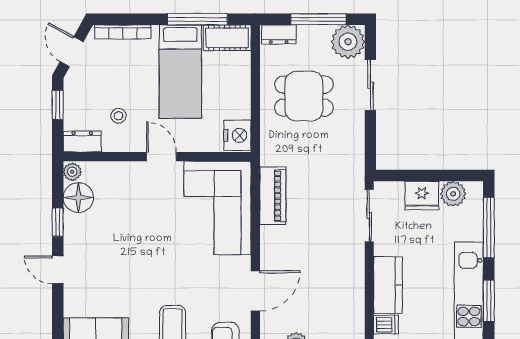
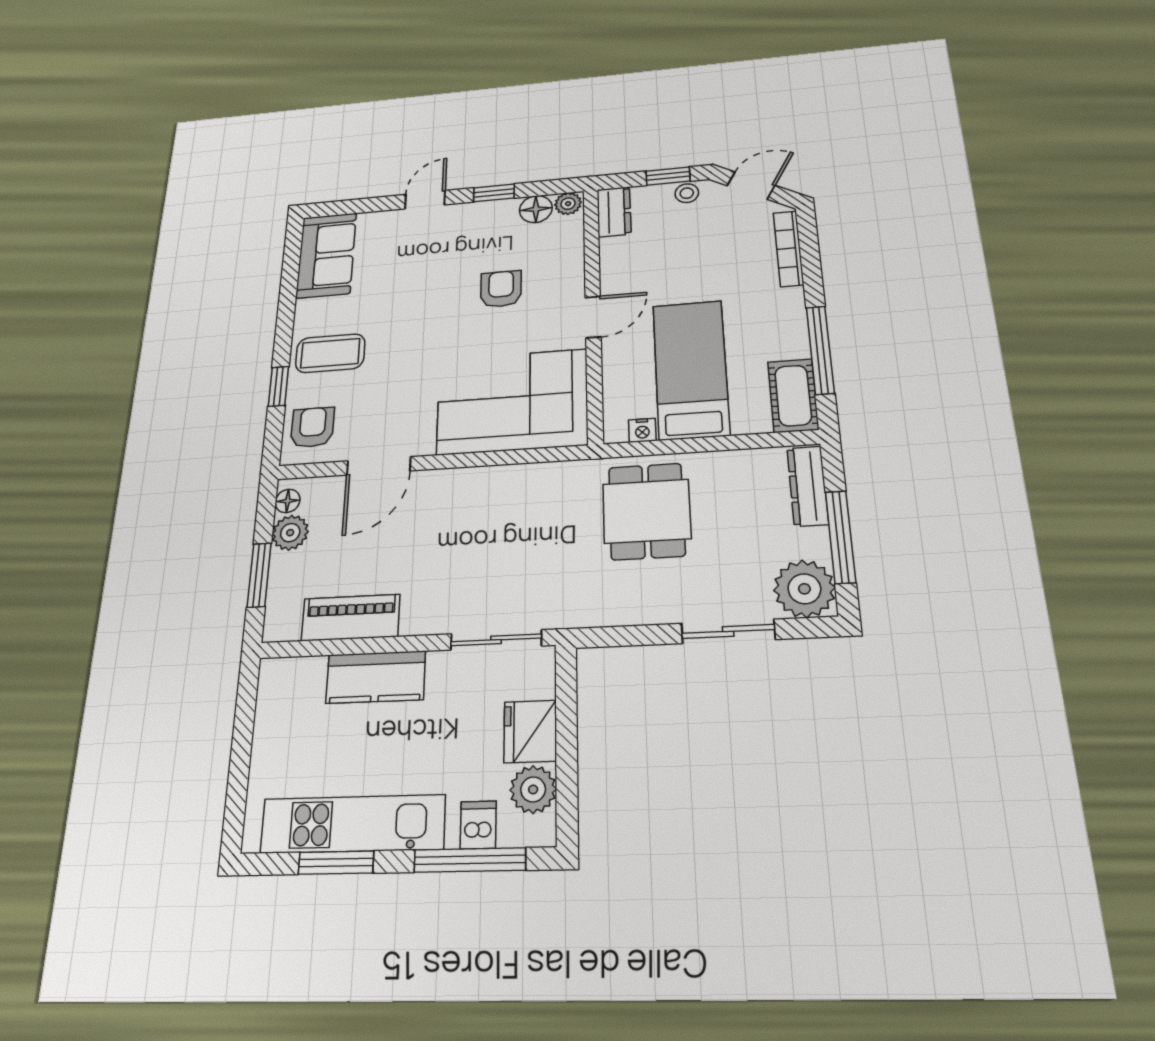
dresser: (279, 34) -> (808, 486), width x1.44
bed: (180, 72) -> (691, 369), moved, turned 90
dining table: (304, 96) -> (647, 511), moved
stool: (119, 116) -> (687, 193), moved
nightstand: (237, 135) -> (642, 430), width x0.53, depth x0.56
piano: (273, 196) -> (351, 618), moved, turned 180
floor lamp: (78, 198) -> (536, 209), width x0.73, depth x0.73
armchair: (135, 216) -> (501, 289), added
door: (255, 291) -> (379, 466), hinge flipped
dishwasher: (386, 325) -> (478, 825), moved, turned 180

